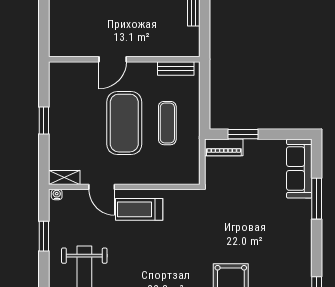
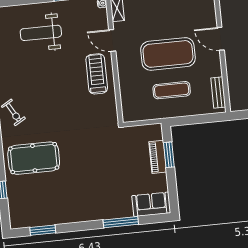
piano: (224, 147) -> (158, 157), moved
sofa: (299, 169) -> (151, 204), width x0.73
door: (102, 187) -> (112, 40), hinge flipped

